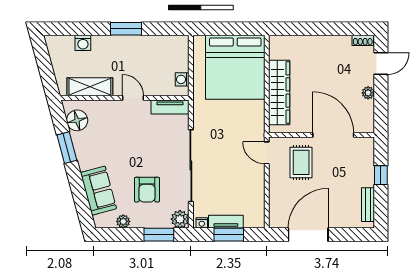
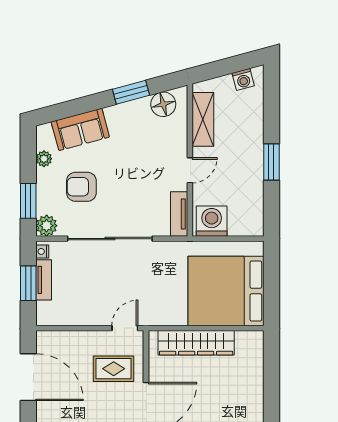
washing machine: (83, 43) -> (243, 79), moved, turned -105
washing machine: (182, 79) -> (212, 221), width x1.89, depth x1.89

